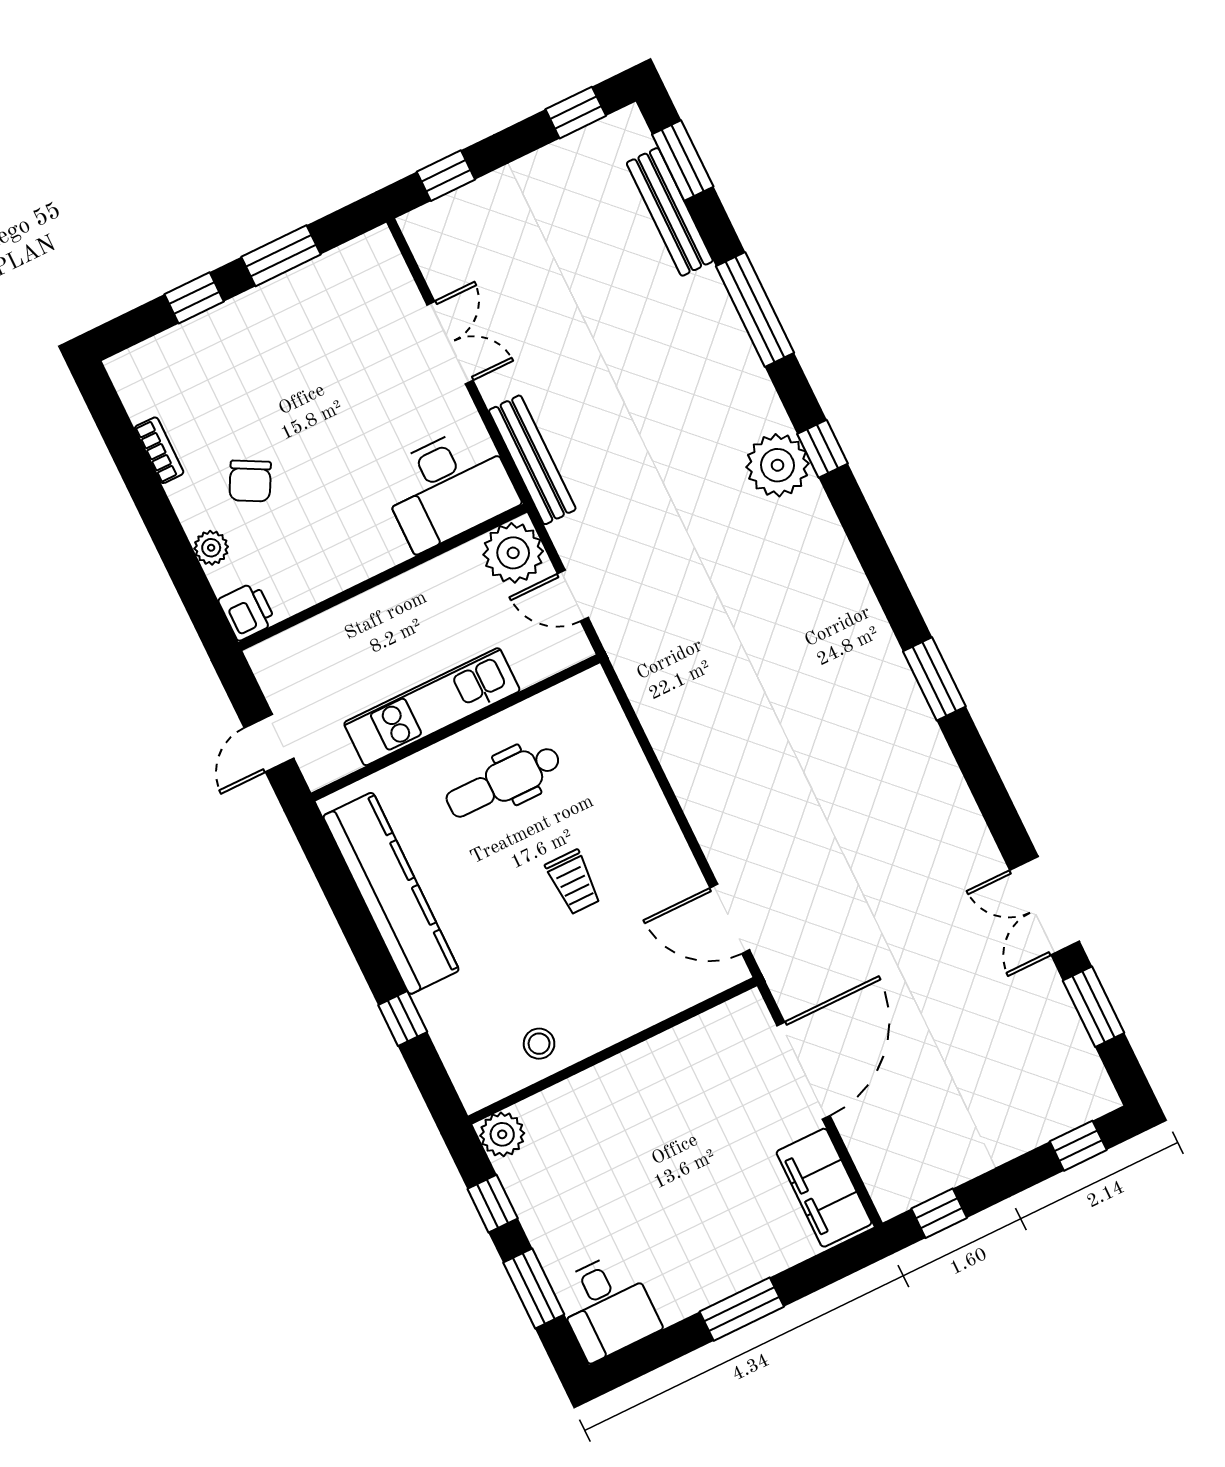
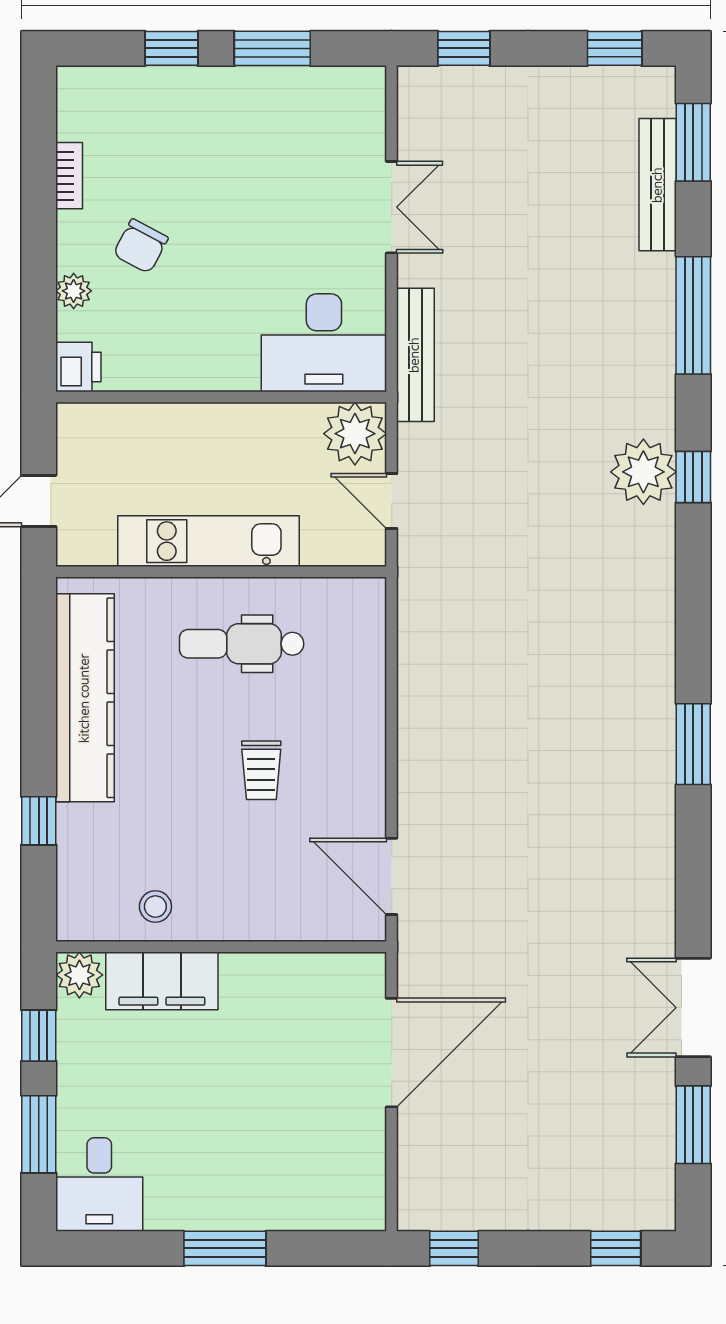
filing cabinet: (824, 1188) -> (162, 981), moved, turned -90

